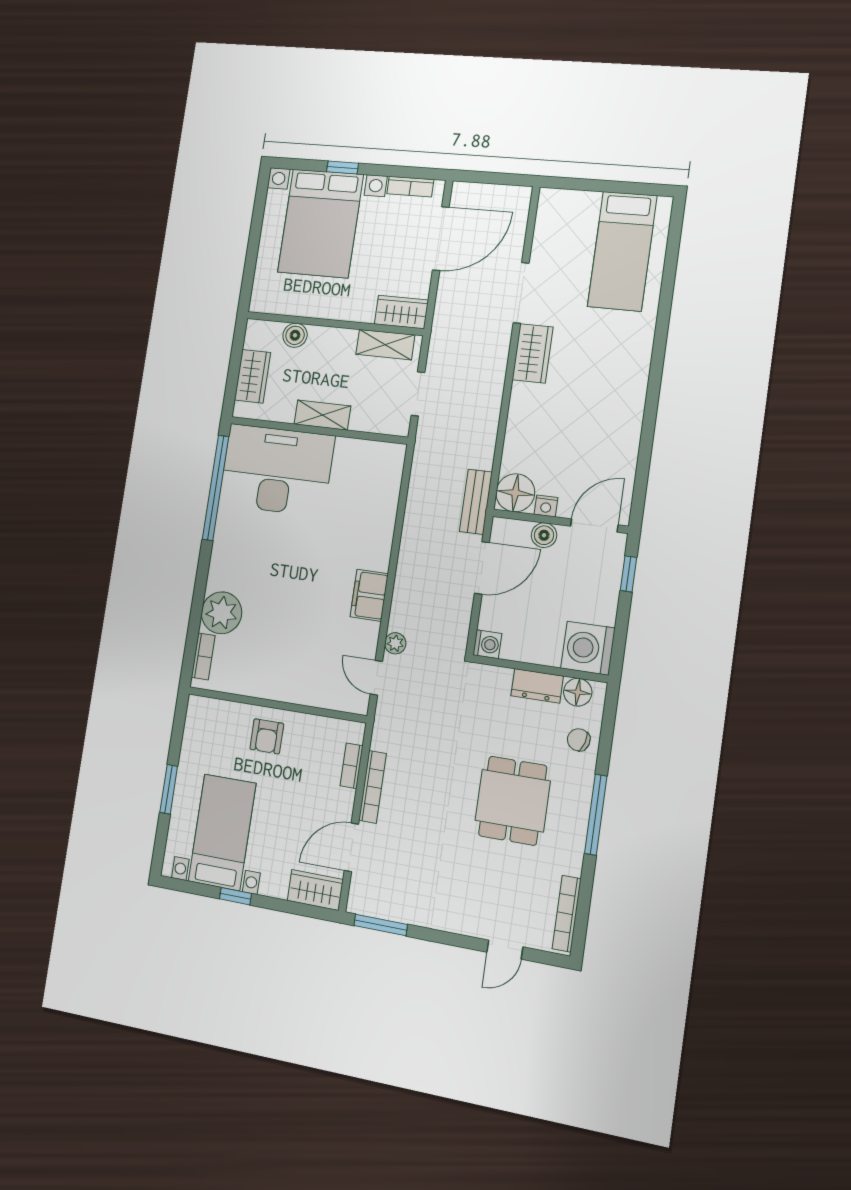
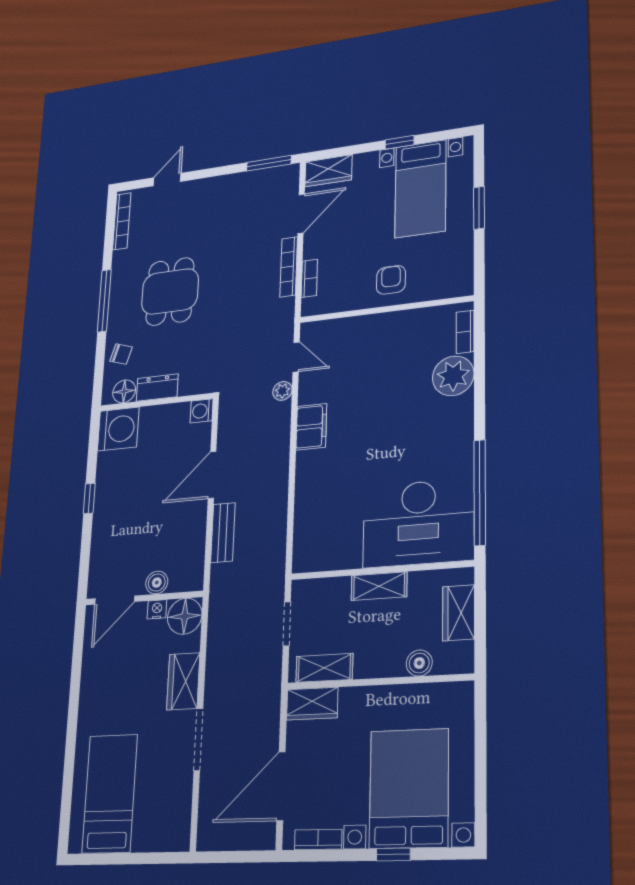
floor lamp: (515, 493) -> (185, 616), moved
nightstand: (546, 506) -> (157, 609), moved
wall: (560, 521) -> (144, 598), moved
door: (594, 526) -> (115, 600), moved
boiler: (544, 535) -> (157, 583), moved

